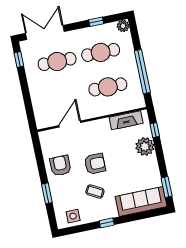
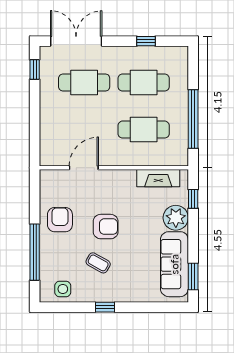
plant: (123, 26) -> (180, 54), removed
window: (47, 193) -> (35, 252), width x2.11
sofa: (141, 201) -> (174, 264), moved, turned -90

